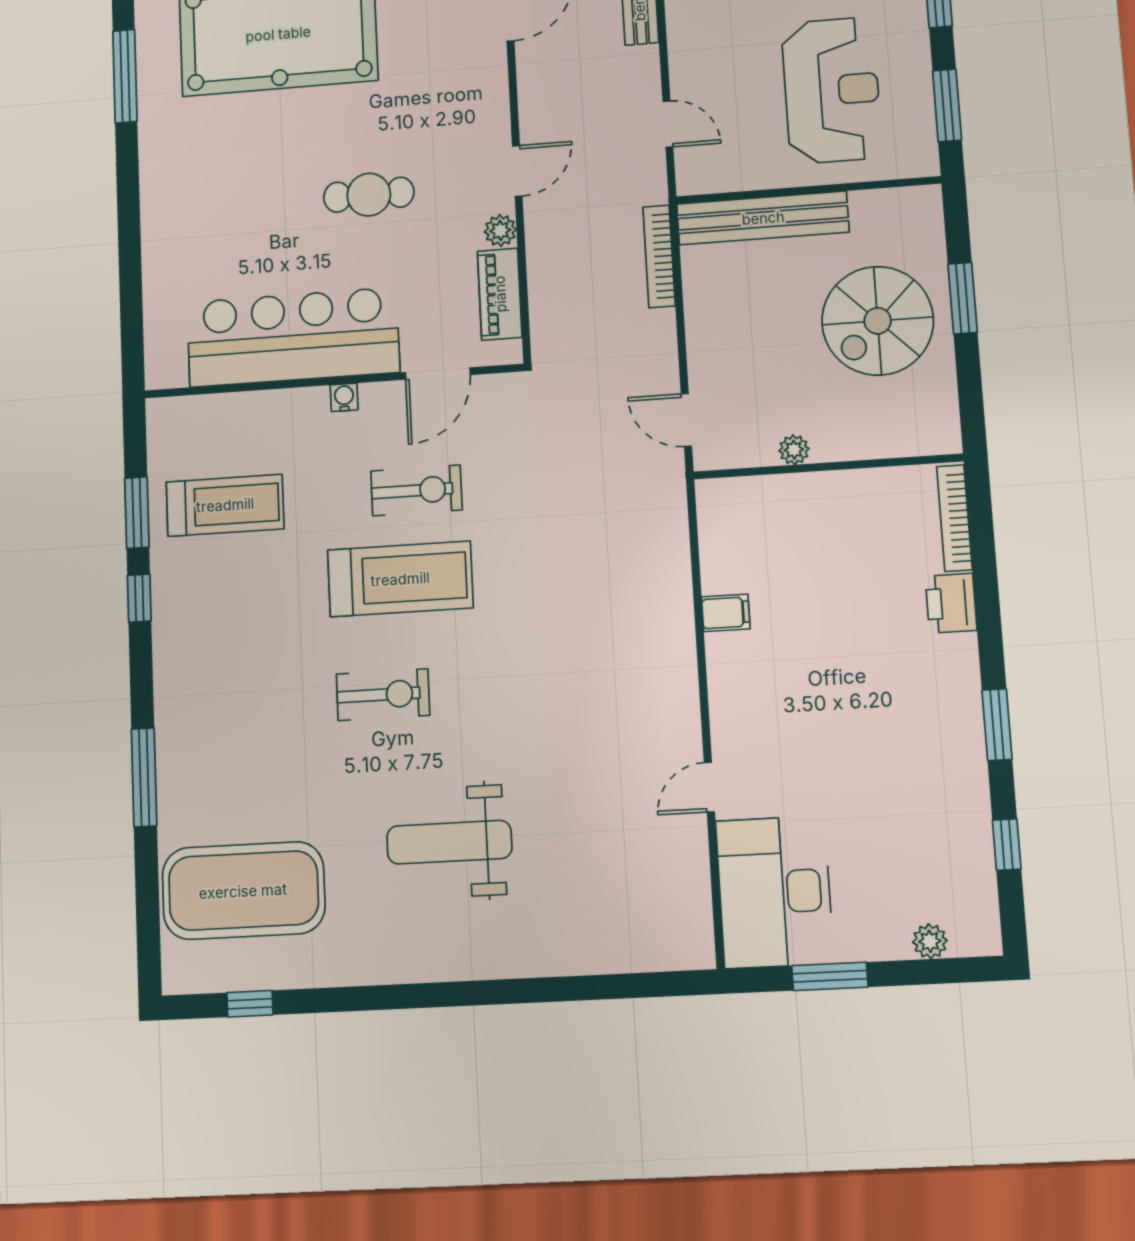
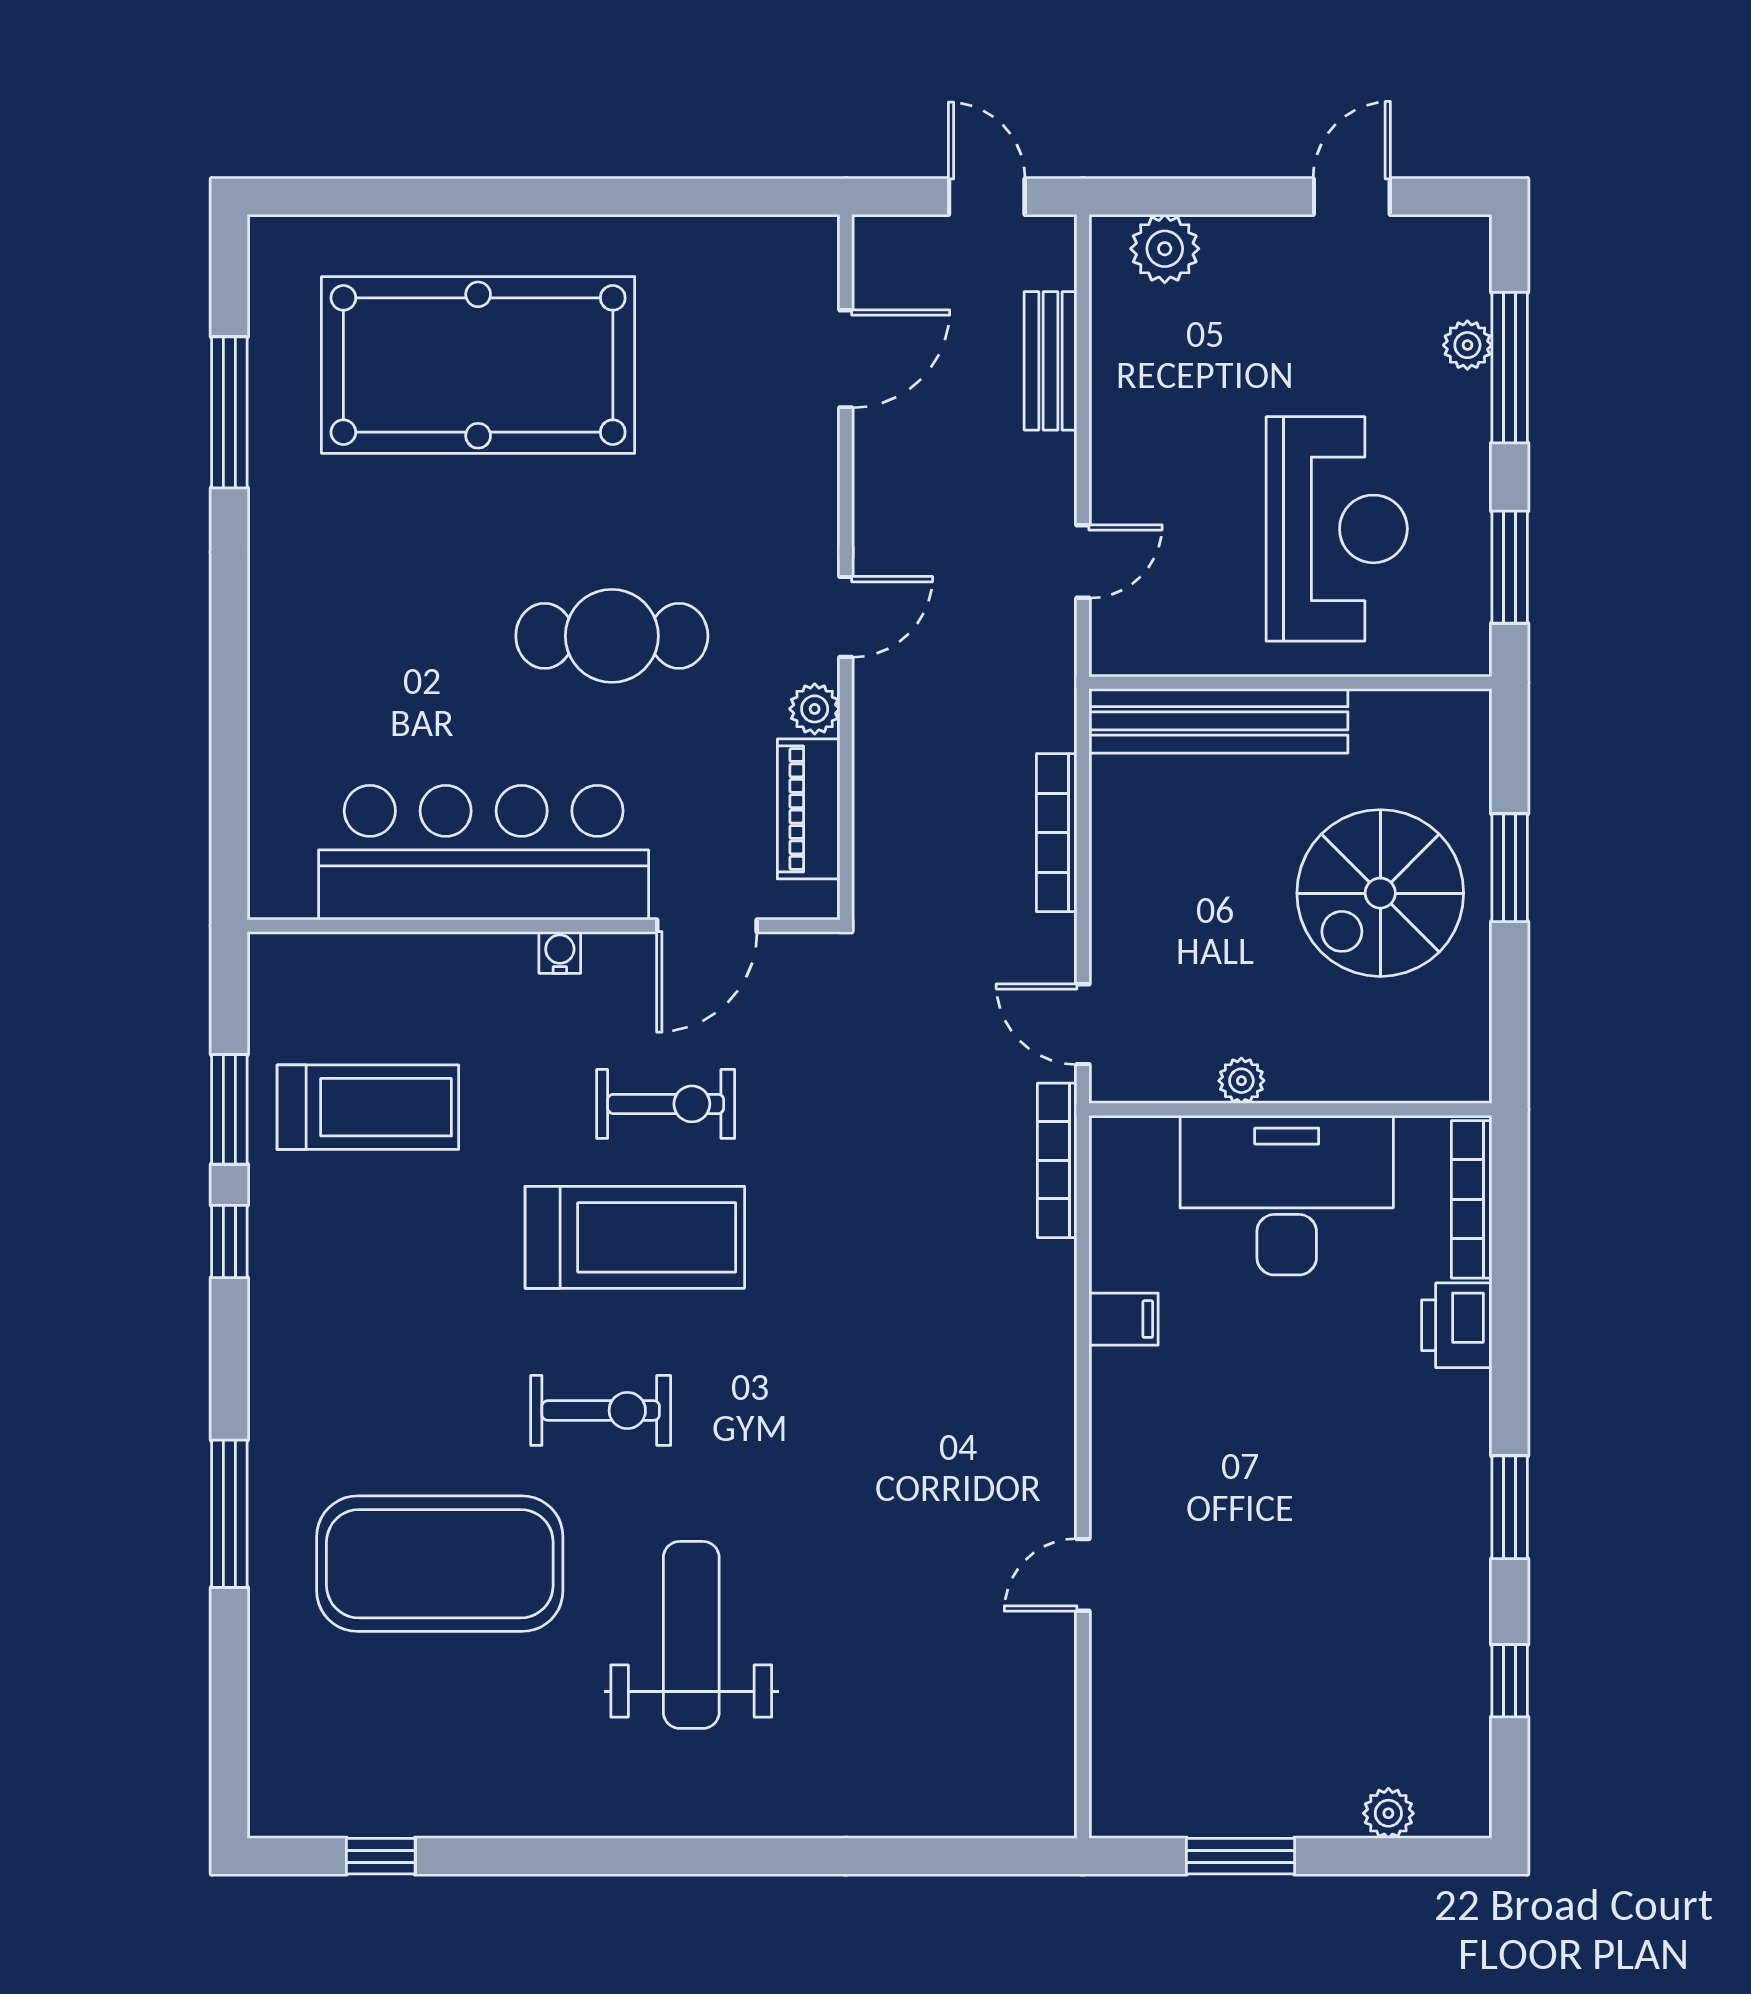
door: (668, 124) -> (1083, 561), hinge flipped
cafe table: (369, 195) -> (612, 636), width x1.37, depth x1.35
bookcase: (659, 256) -> (1057, 833), moved
bookcase: (675, 510) -> (1057, 1160), added
weight bench: (449, 842) -> (691, 1635), turned 90
exercise mat: (243, 891) -> (440, 1564), moved
desk: (775, 892) -> (1287, 1195), moved, turned 90

